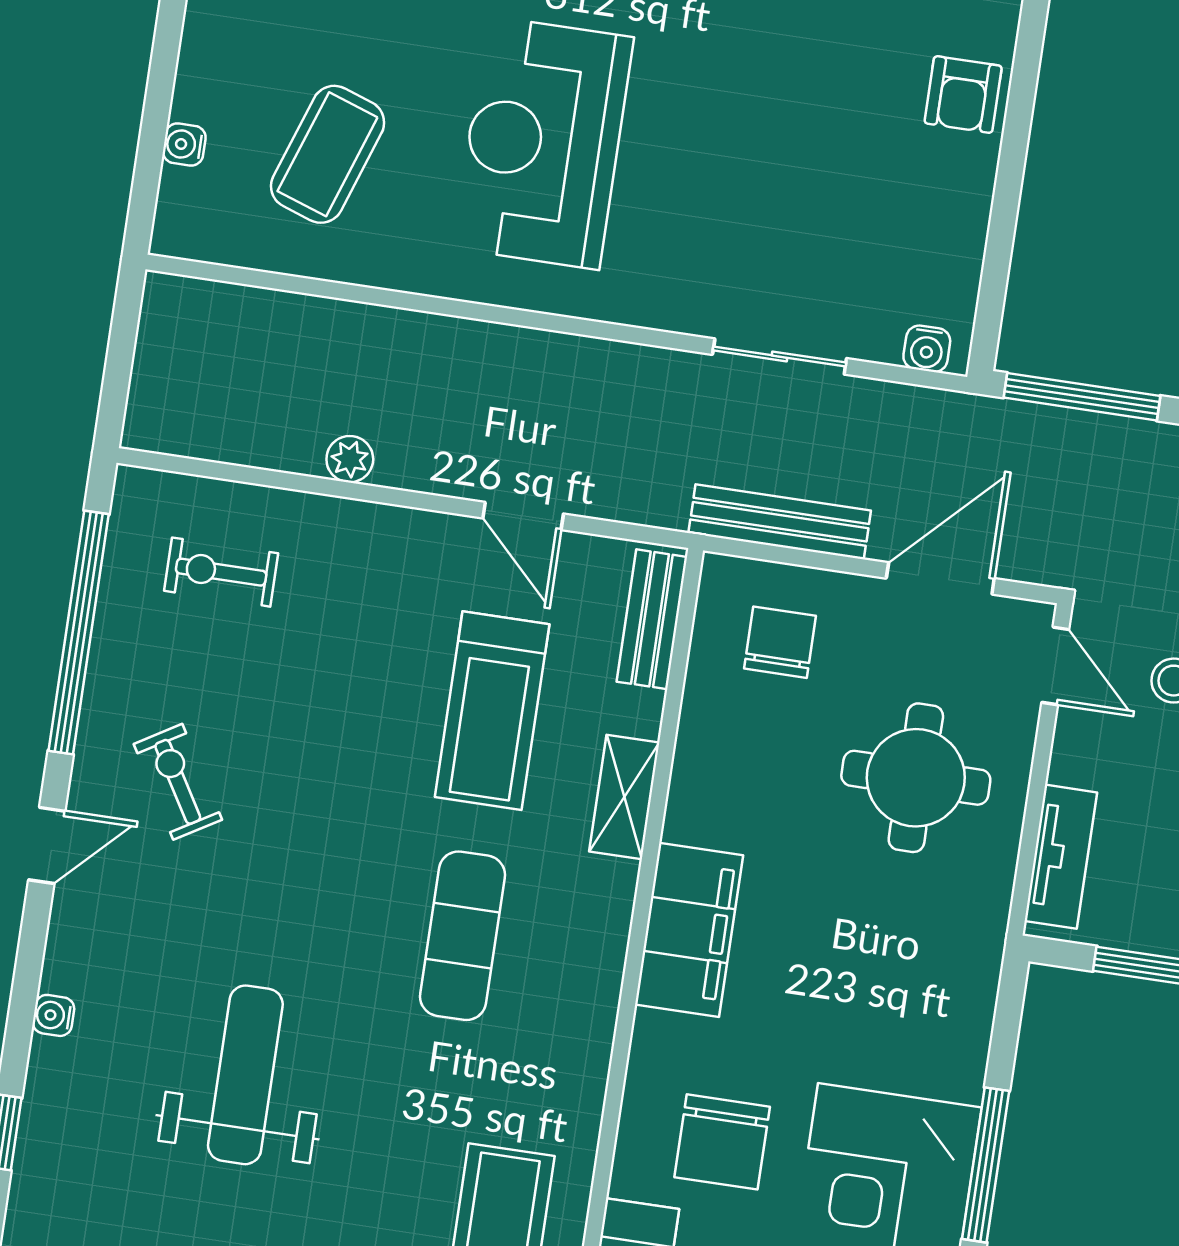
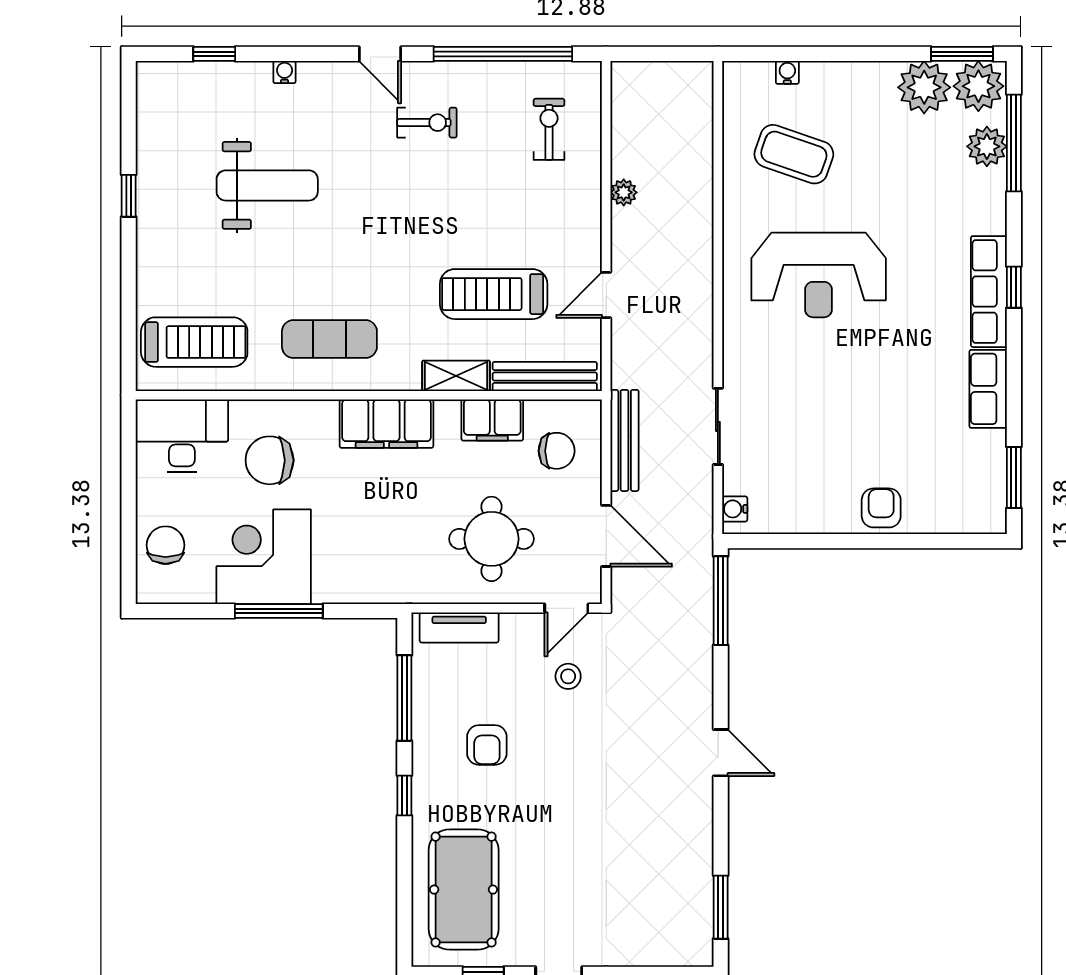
armchair: (963, 95) -> (881, 508), turned 90
reception desk: (543, 143) -> (819, 275), turned 180
bench: (652, 619) -> (545, 377), width x1.36
filing cabinet: (710, 746) -> (492, 420), added
exercise bike: (178, 782) -> (427, 123), turned 31
exercise mat: (463, 936) -> (329, 339), moved

